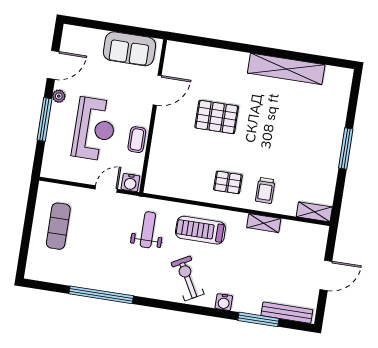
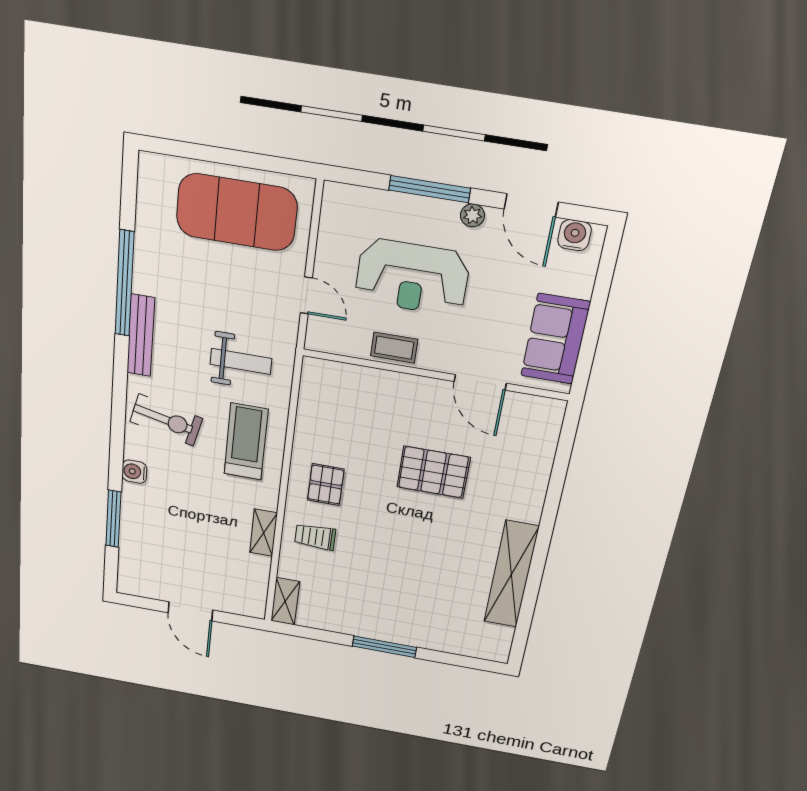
pallet: (217, 117) -> (433, 472), turned 90
water cooler: (130, 183) -> (574, 235), moved, turned 90
exercise mat: (58, 226) -> (237, 212), width x2.00, depth x1.45
exercise bike: (188, 278) -> (166, 420), turned 42
bench: (287, 313) -> (141, 336), moved

